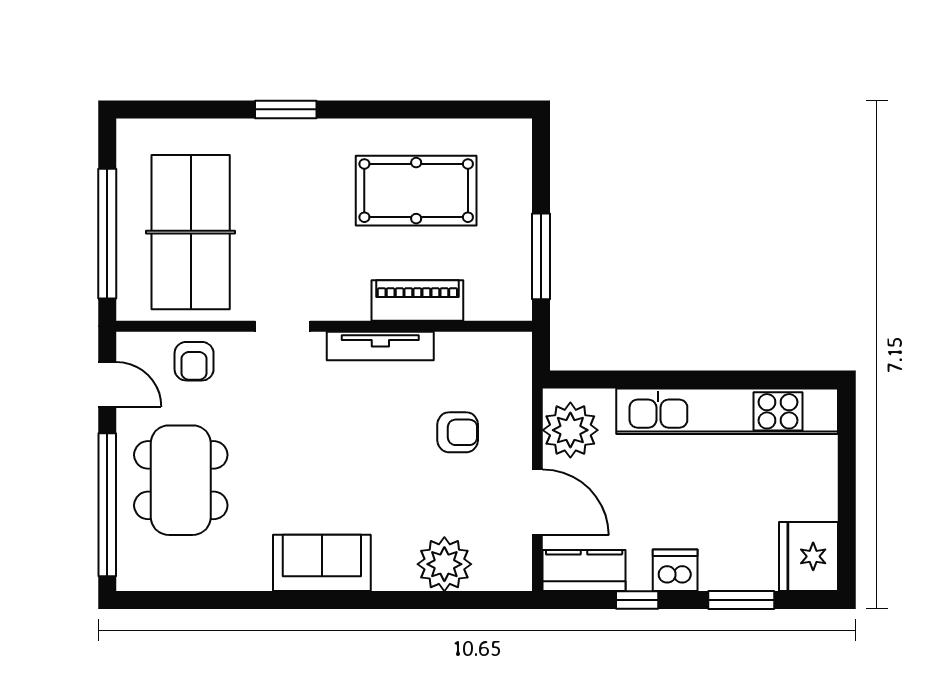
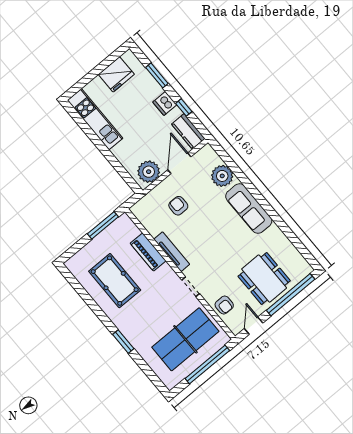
armchair: (194, 361) -> (224, 305), turned 90
kitchen unit: (727, 411) -> (95, 119), width x0.73
dining table: (181, 480) -> (264, 279), turned 90
fridge: (808, 556) -> (116, 74), moved
sofa: (322, 563) -> (249, 209), width x1.36

